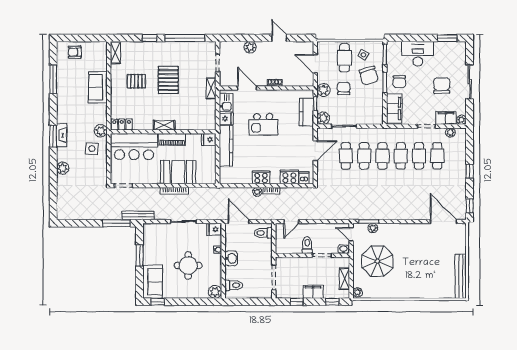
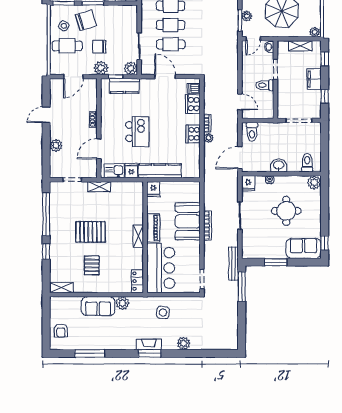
plant: (101, 131) -> (122, 303), moved

